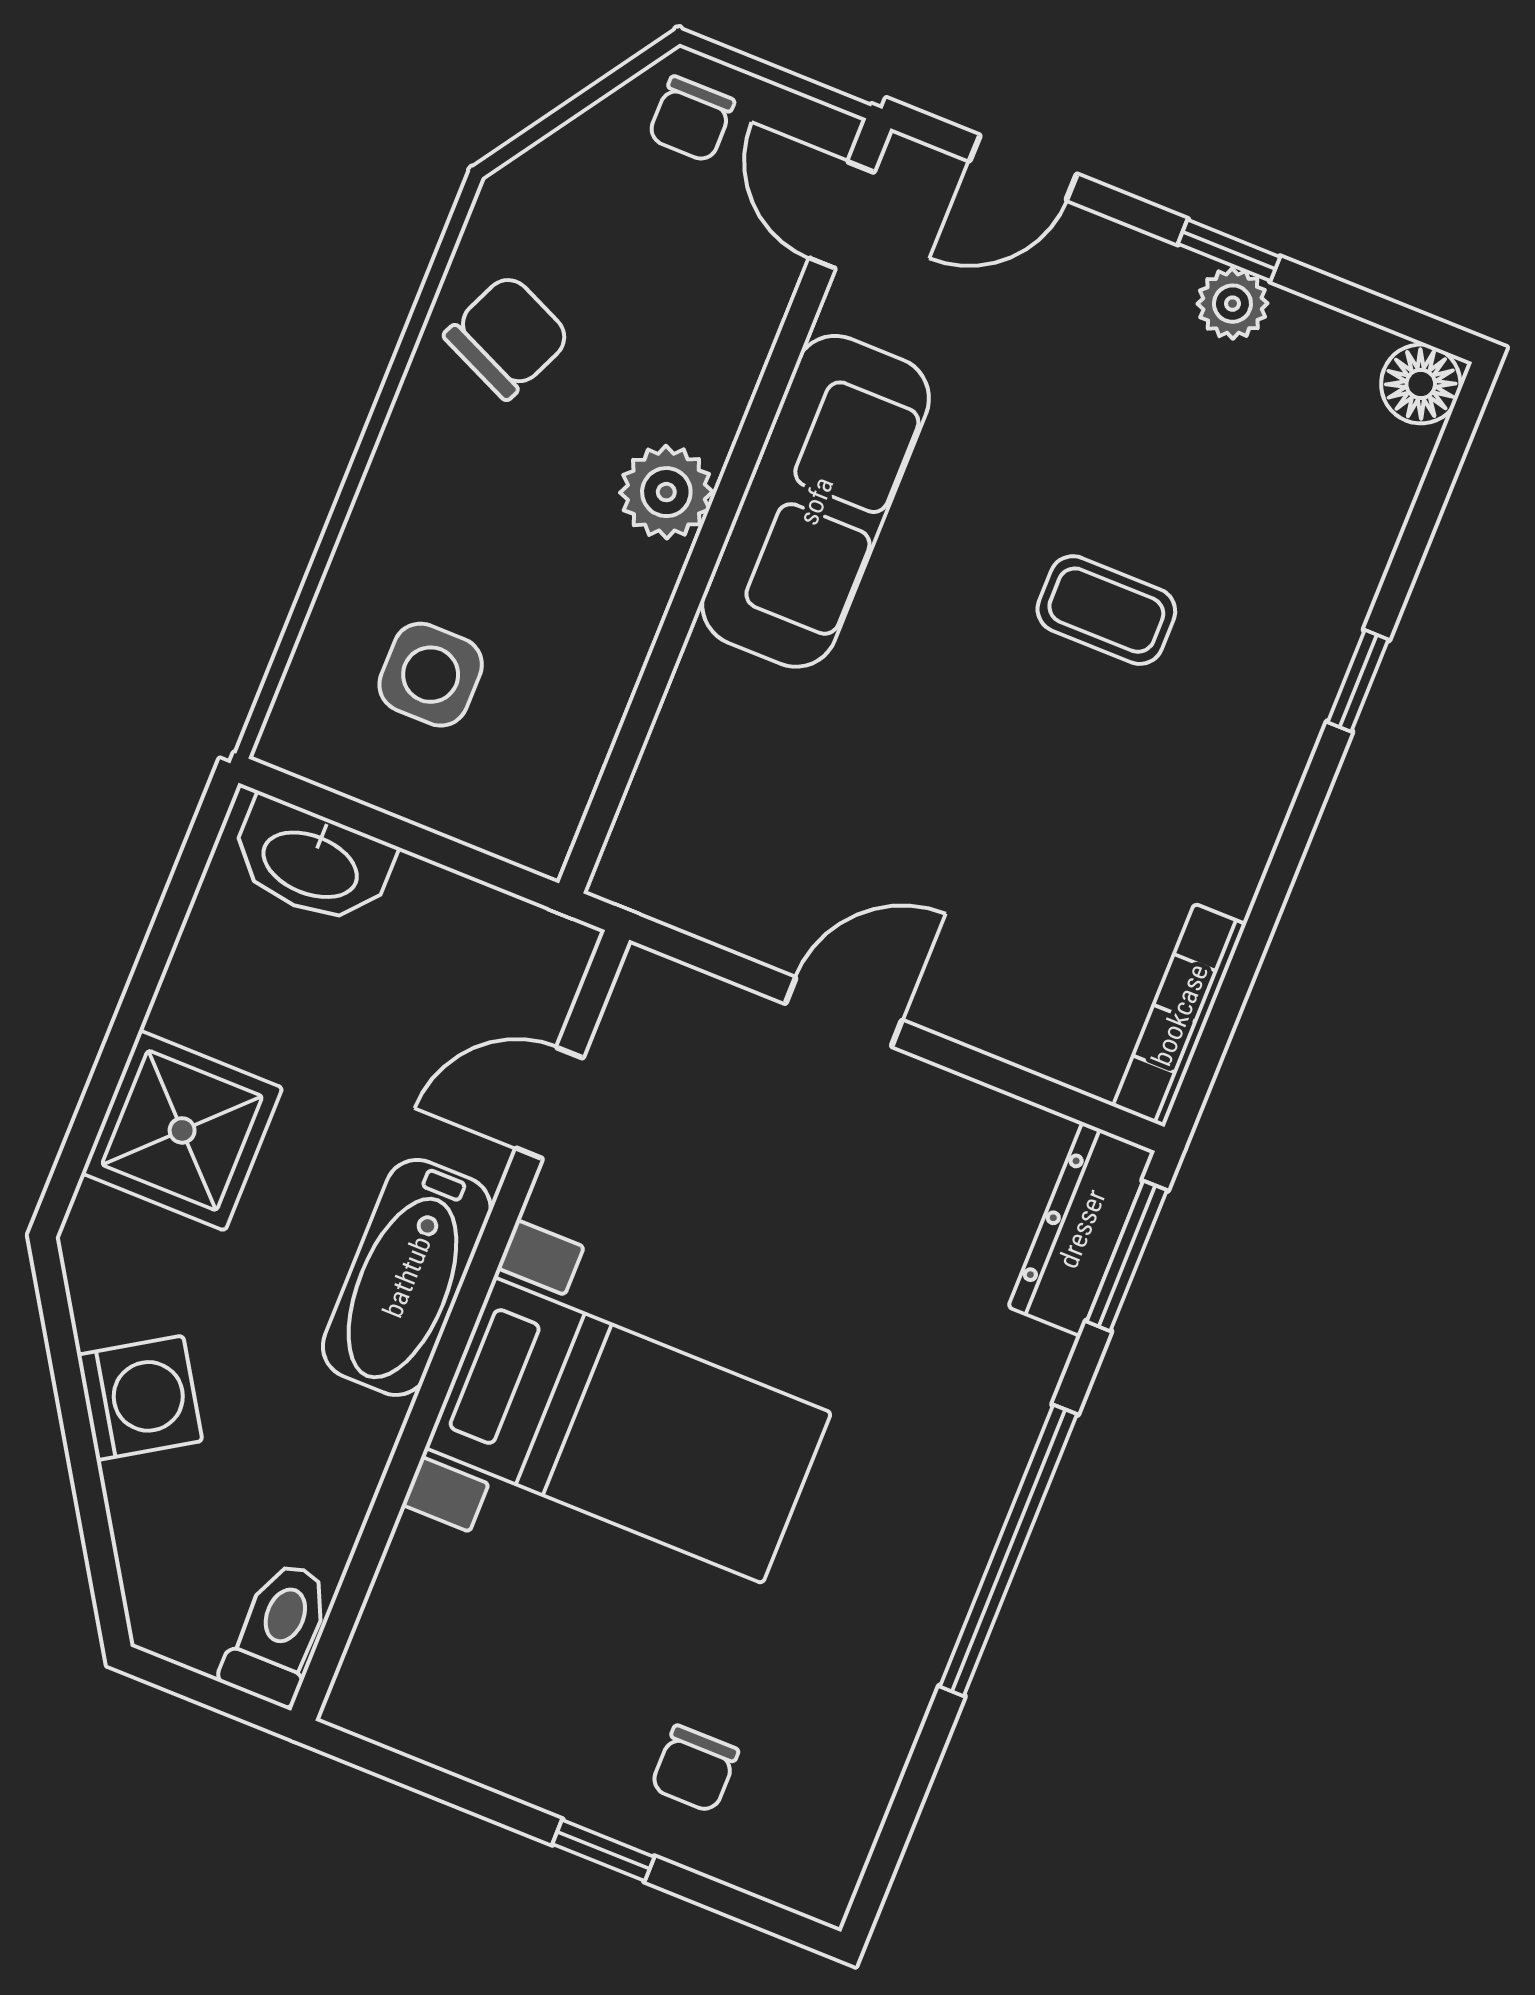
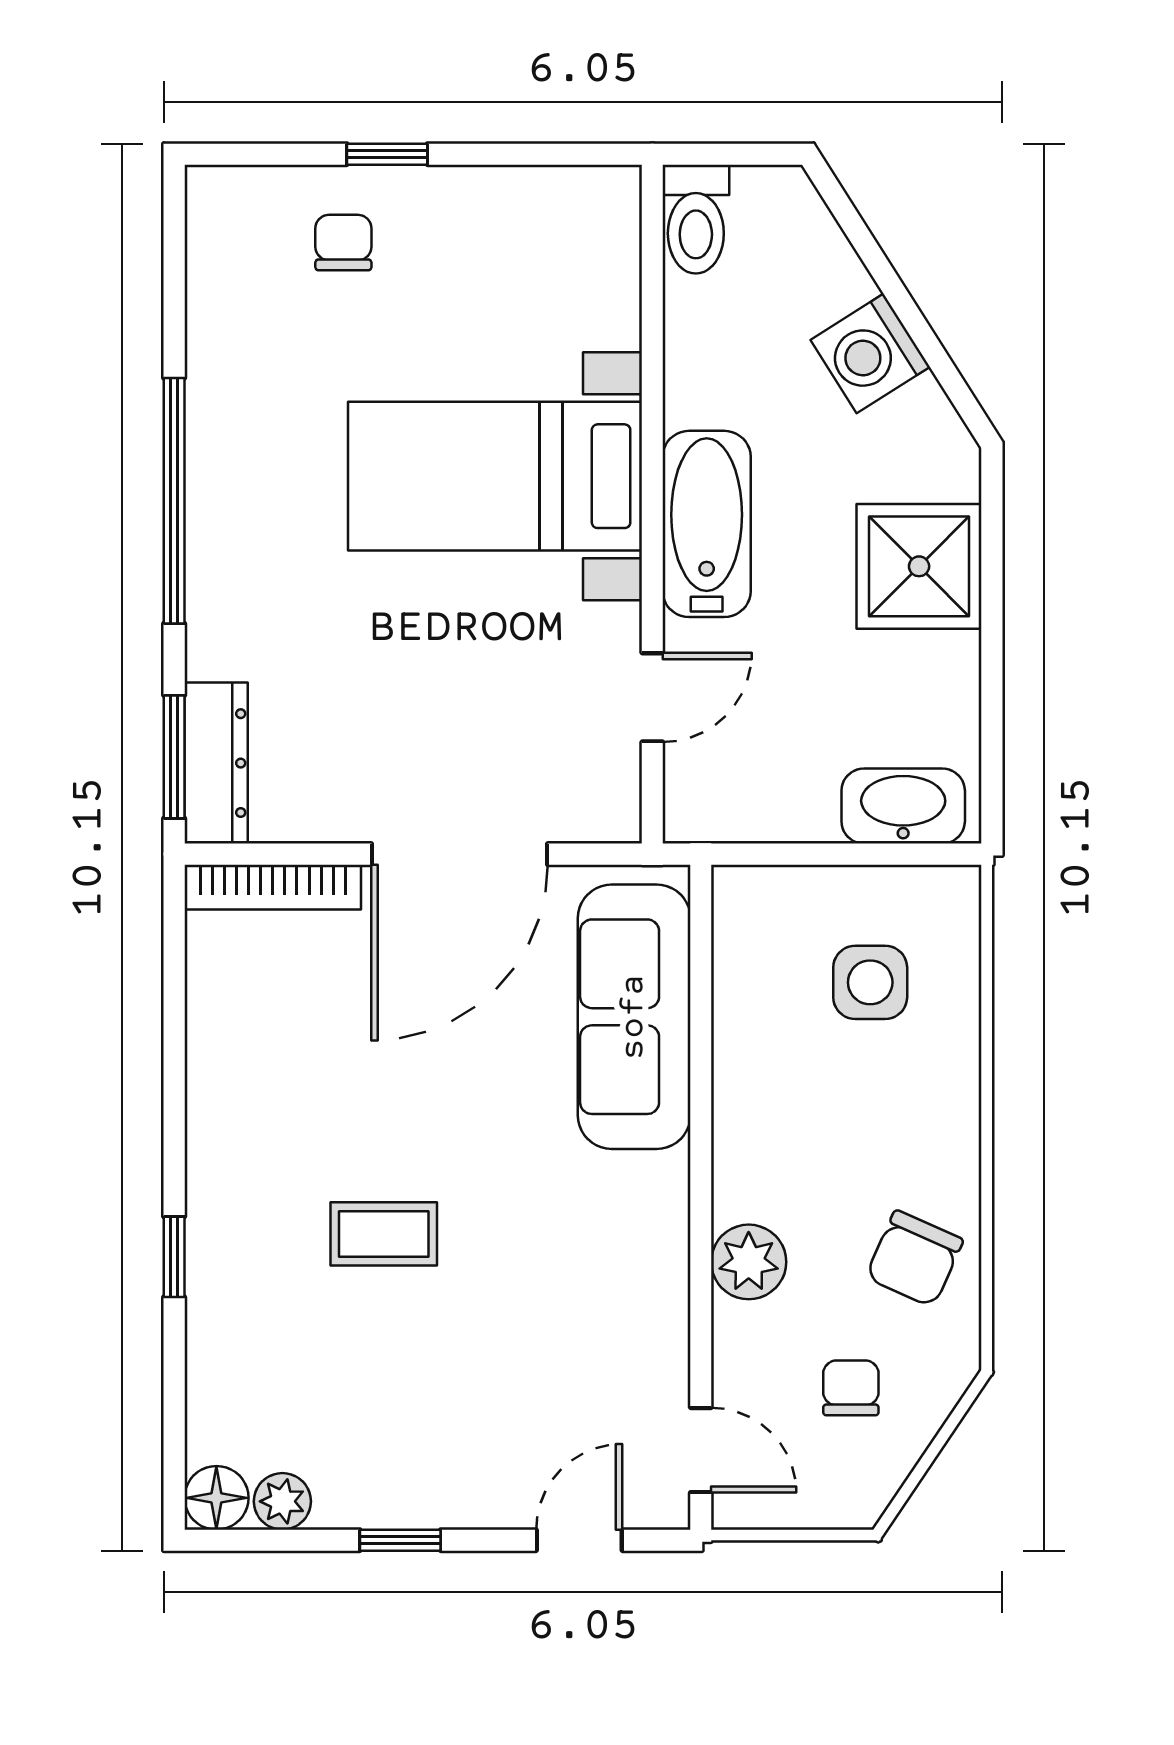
chair: (691, 119) -> (851, 1388), moved
plant: (1232, 304) -> (282, 1501), moved
plant: (666, 492) -> (749, 1262), moved
sofa: (816, 501) -> (634, 1017), moved
door: (844, 1012) -> (460, 854), width x1.88
bookcase: (1180, 1015) -> (273, 887), moved, turned 90

